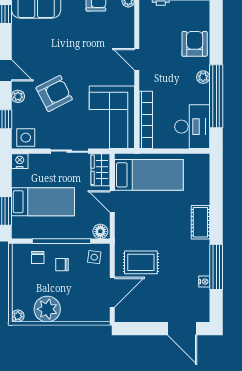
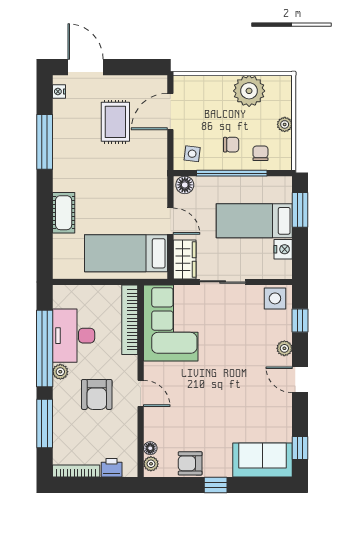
floor lamp: (129, 14) -> (150, 448), added
window: (216, 34) -> (45, 423), added
armchair: (195, 44) -> (97, 394), moved
armchair: (54, 93) -> (241, 352), removed
desk: (192, 127) -> (74, 336), moved
nightstand: (20, 161) -> (283, 249), moved, turned -90
cot: (200, 222) -> (64, 213), moved
rug: (141, 262) -> (115, 122), moved, turned 90
nightstand: (204, 282) -> (59, 92), moved
plant: (18, 316) -> (285, 124), moved

